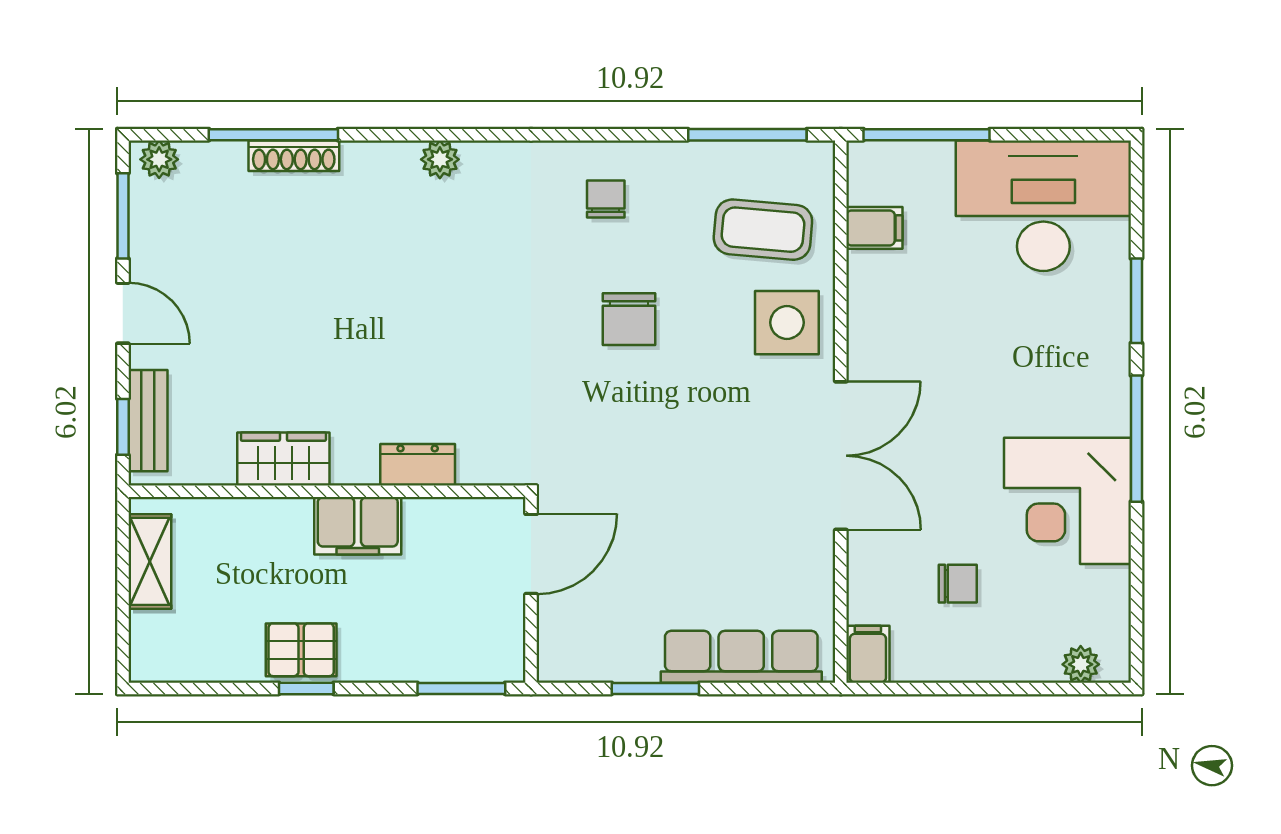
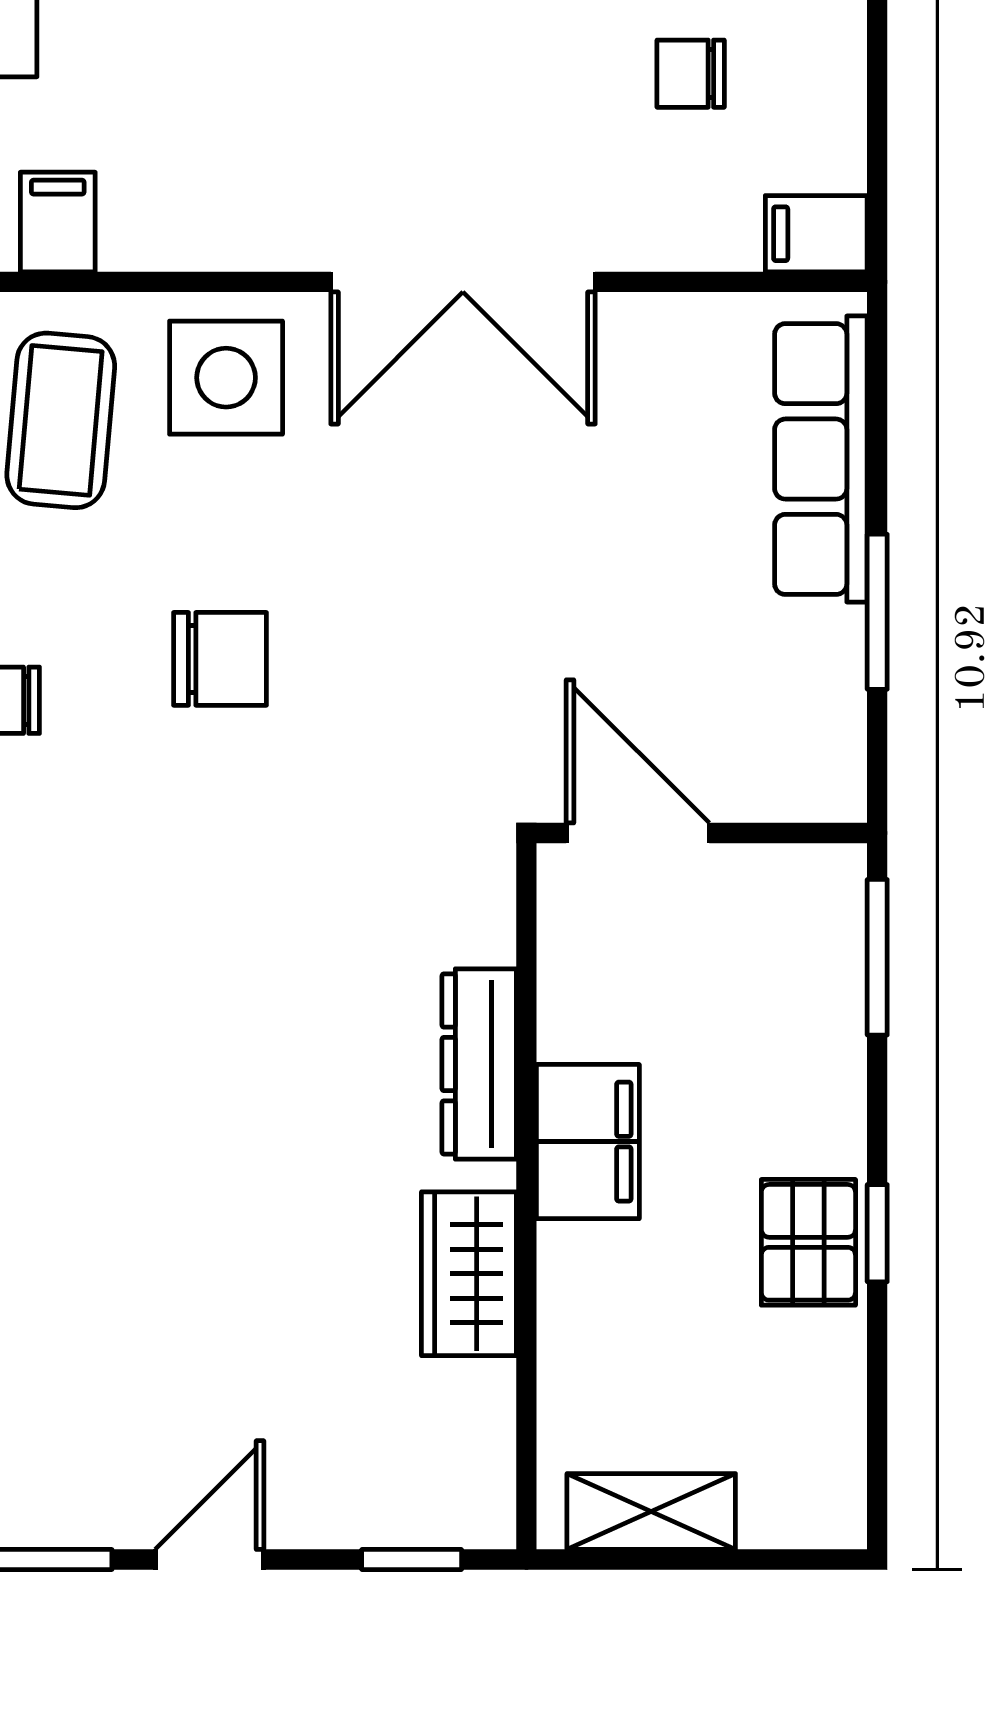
bench: (148, 421) -> (401, 1515), removed
double door: (841, 456) -> (463, 282), swing flipped
dresser: (418, 465) -> (479, 1064), width x1.44
chair: (958, 584) -> (691, 74), turned -90

